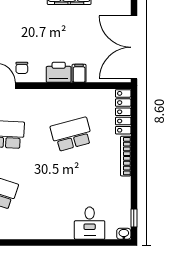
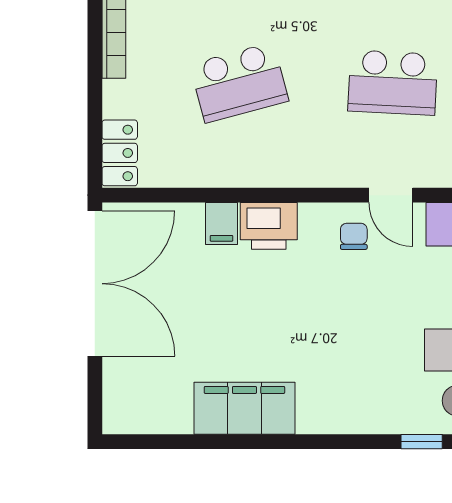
locker: (123, 112) -> (120, 153), width x0.66

